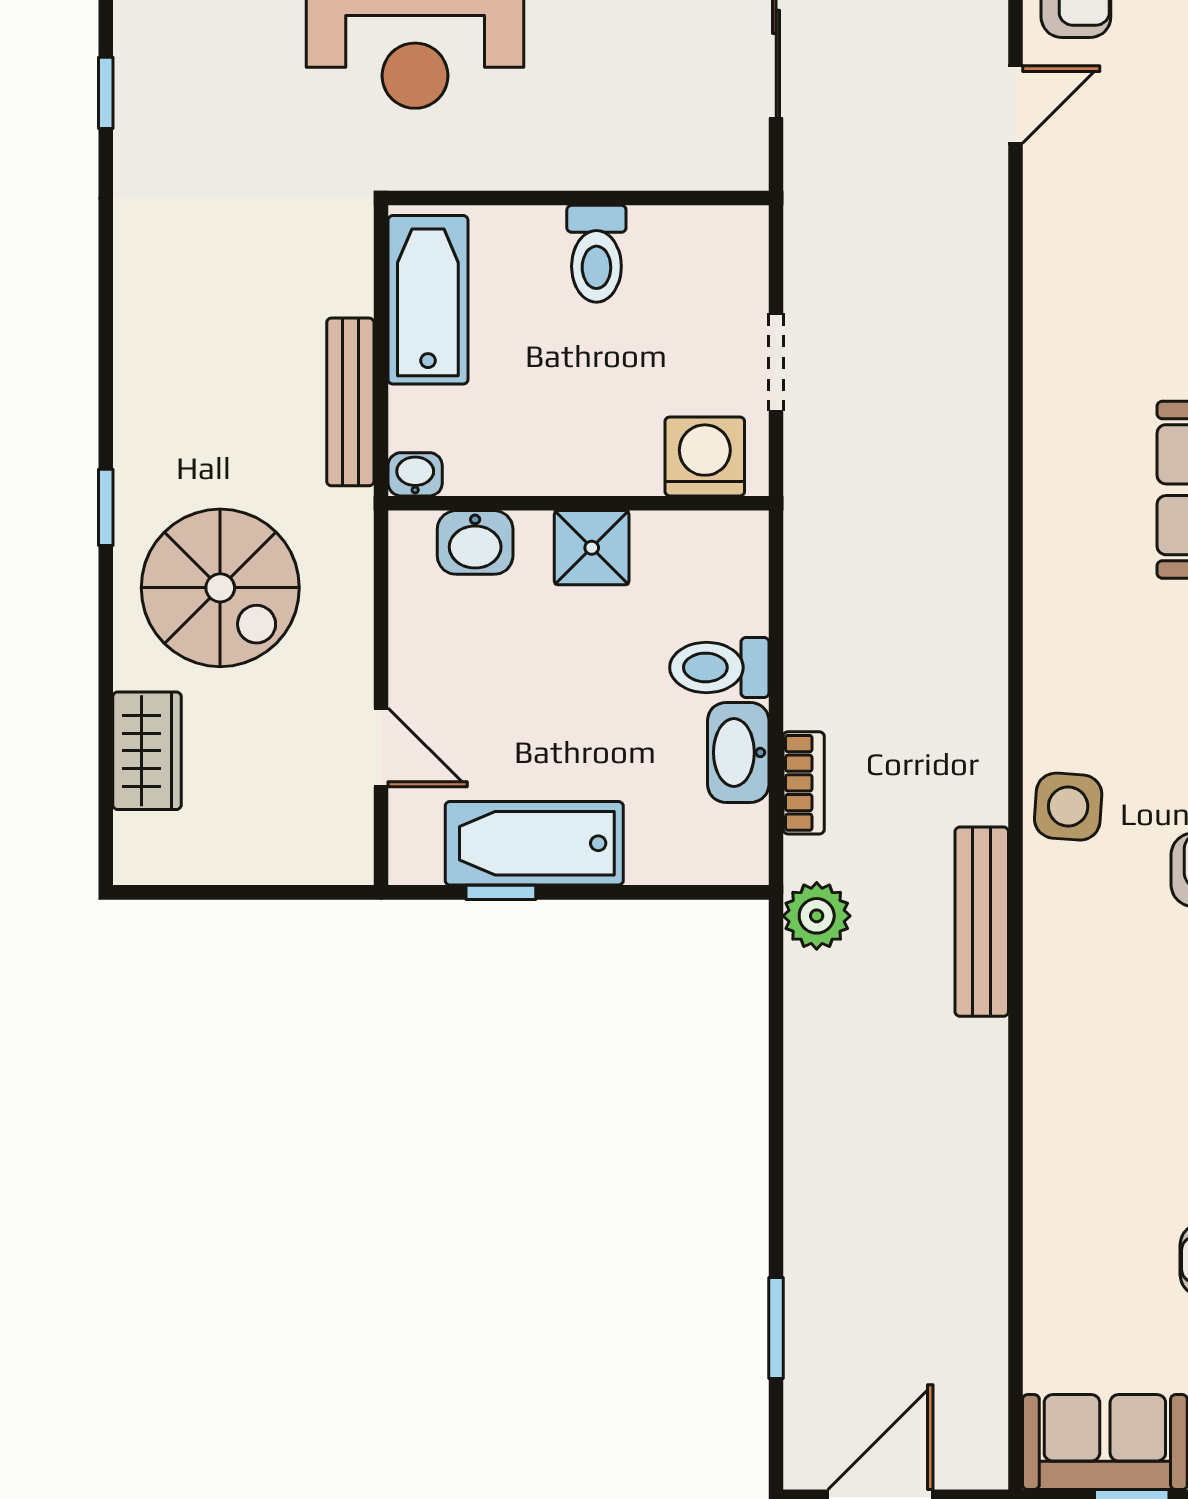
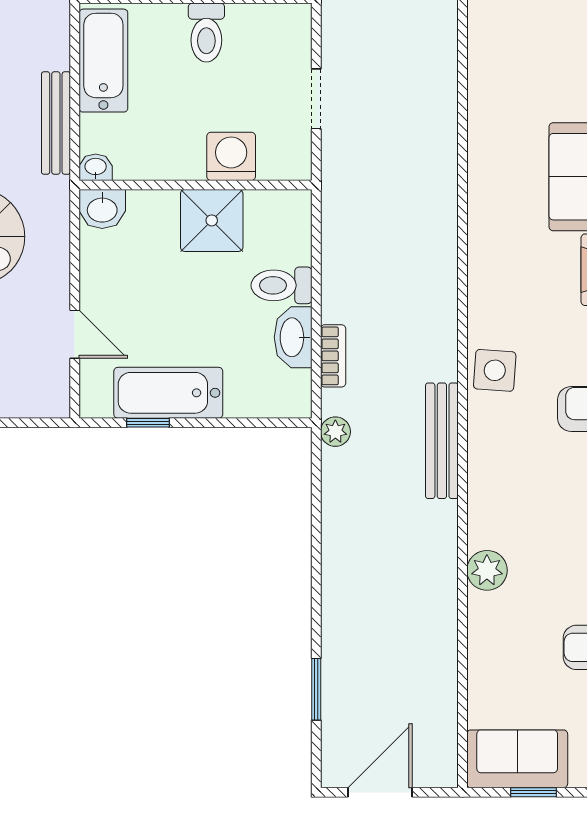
washing machine: (705, 456) -> (231, 156), moved
washbasin: (475, 542) -> (102, 209), moved
shower: (592, 548) -> (212, 220), width x1.36, depth x1.36
plant: (817, 916) -> (335, 432), width x0.73, depth x0.73
plant: (1055, 1134) -> (487, 570), added

